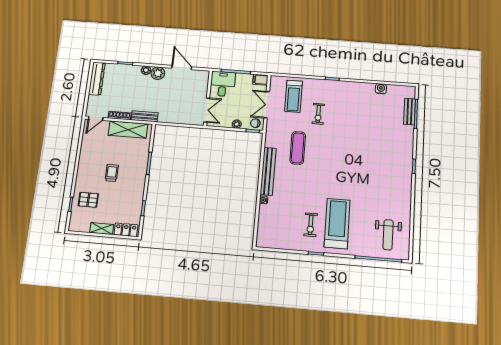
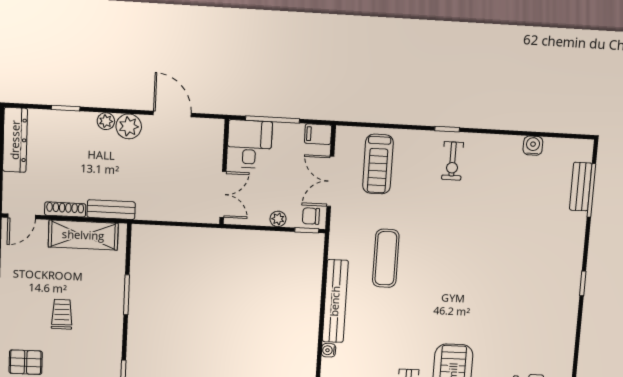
exercise bike: (318, 114) -> (453, 161), moved

